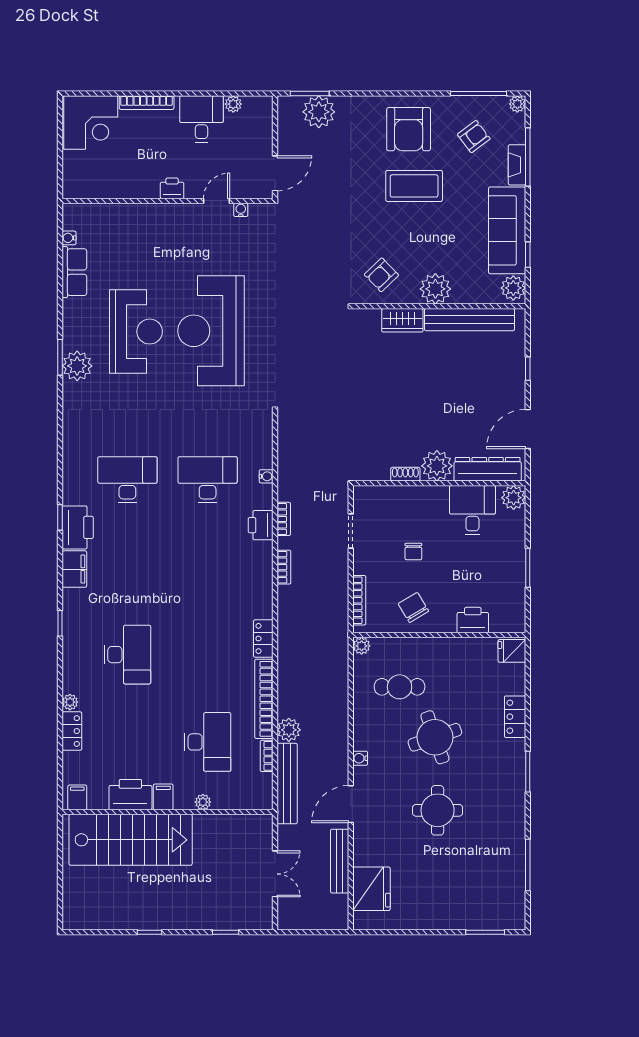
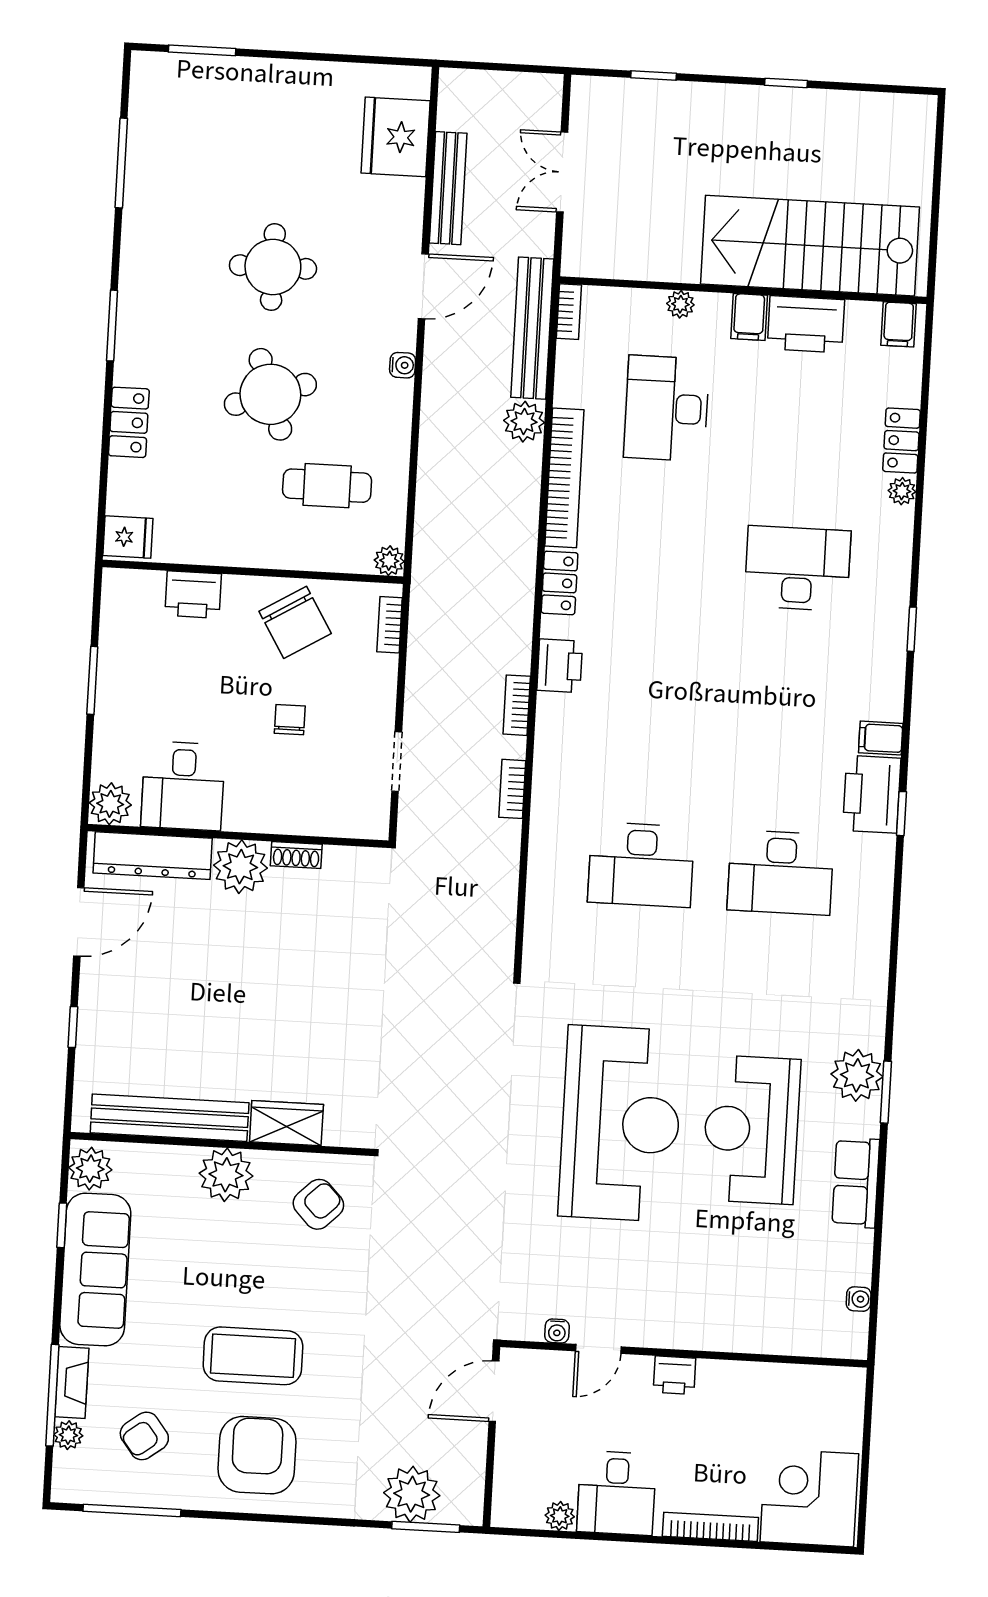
plant: (517, 104) -> (68, 1435), moved
row of seats: (74, 272) -> (856, 1183), moved
water cooler: (266, 476) -> (539, 865), removed
printer: (261, 525) -> (560, 666), moved
filing cabinet: (74, 569) -> (881, 738), width x0.50
bookcase: (359, 600) -> (390, 625), width x0.64
chair: (413, 607) -> (295, 622), width x1.37, depth x1.37
desk: (127, 655) -> (798, 568), turned 90
bookcase: (267, 756) -> (569, 312), moved

